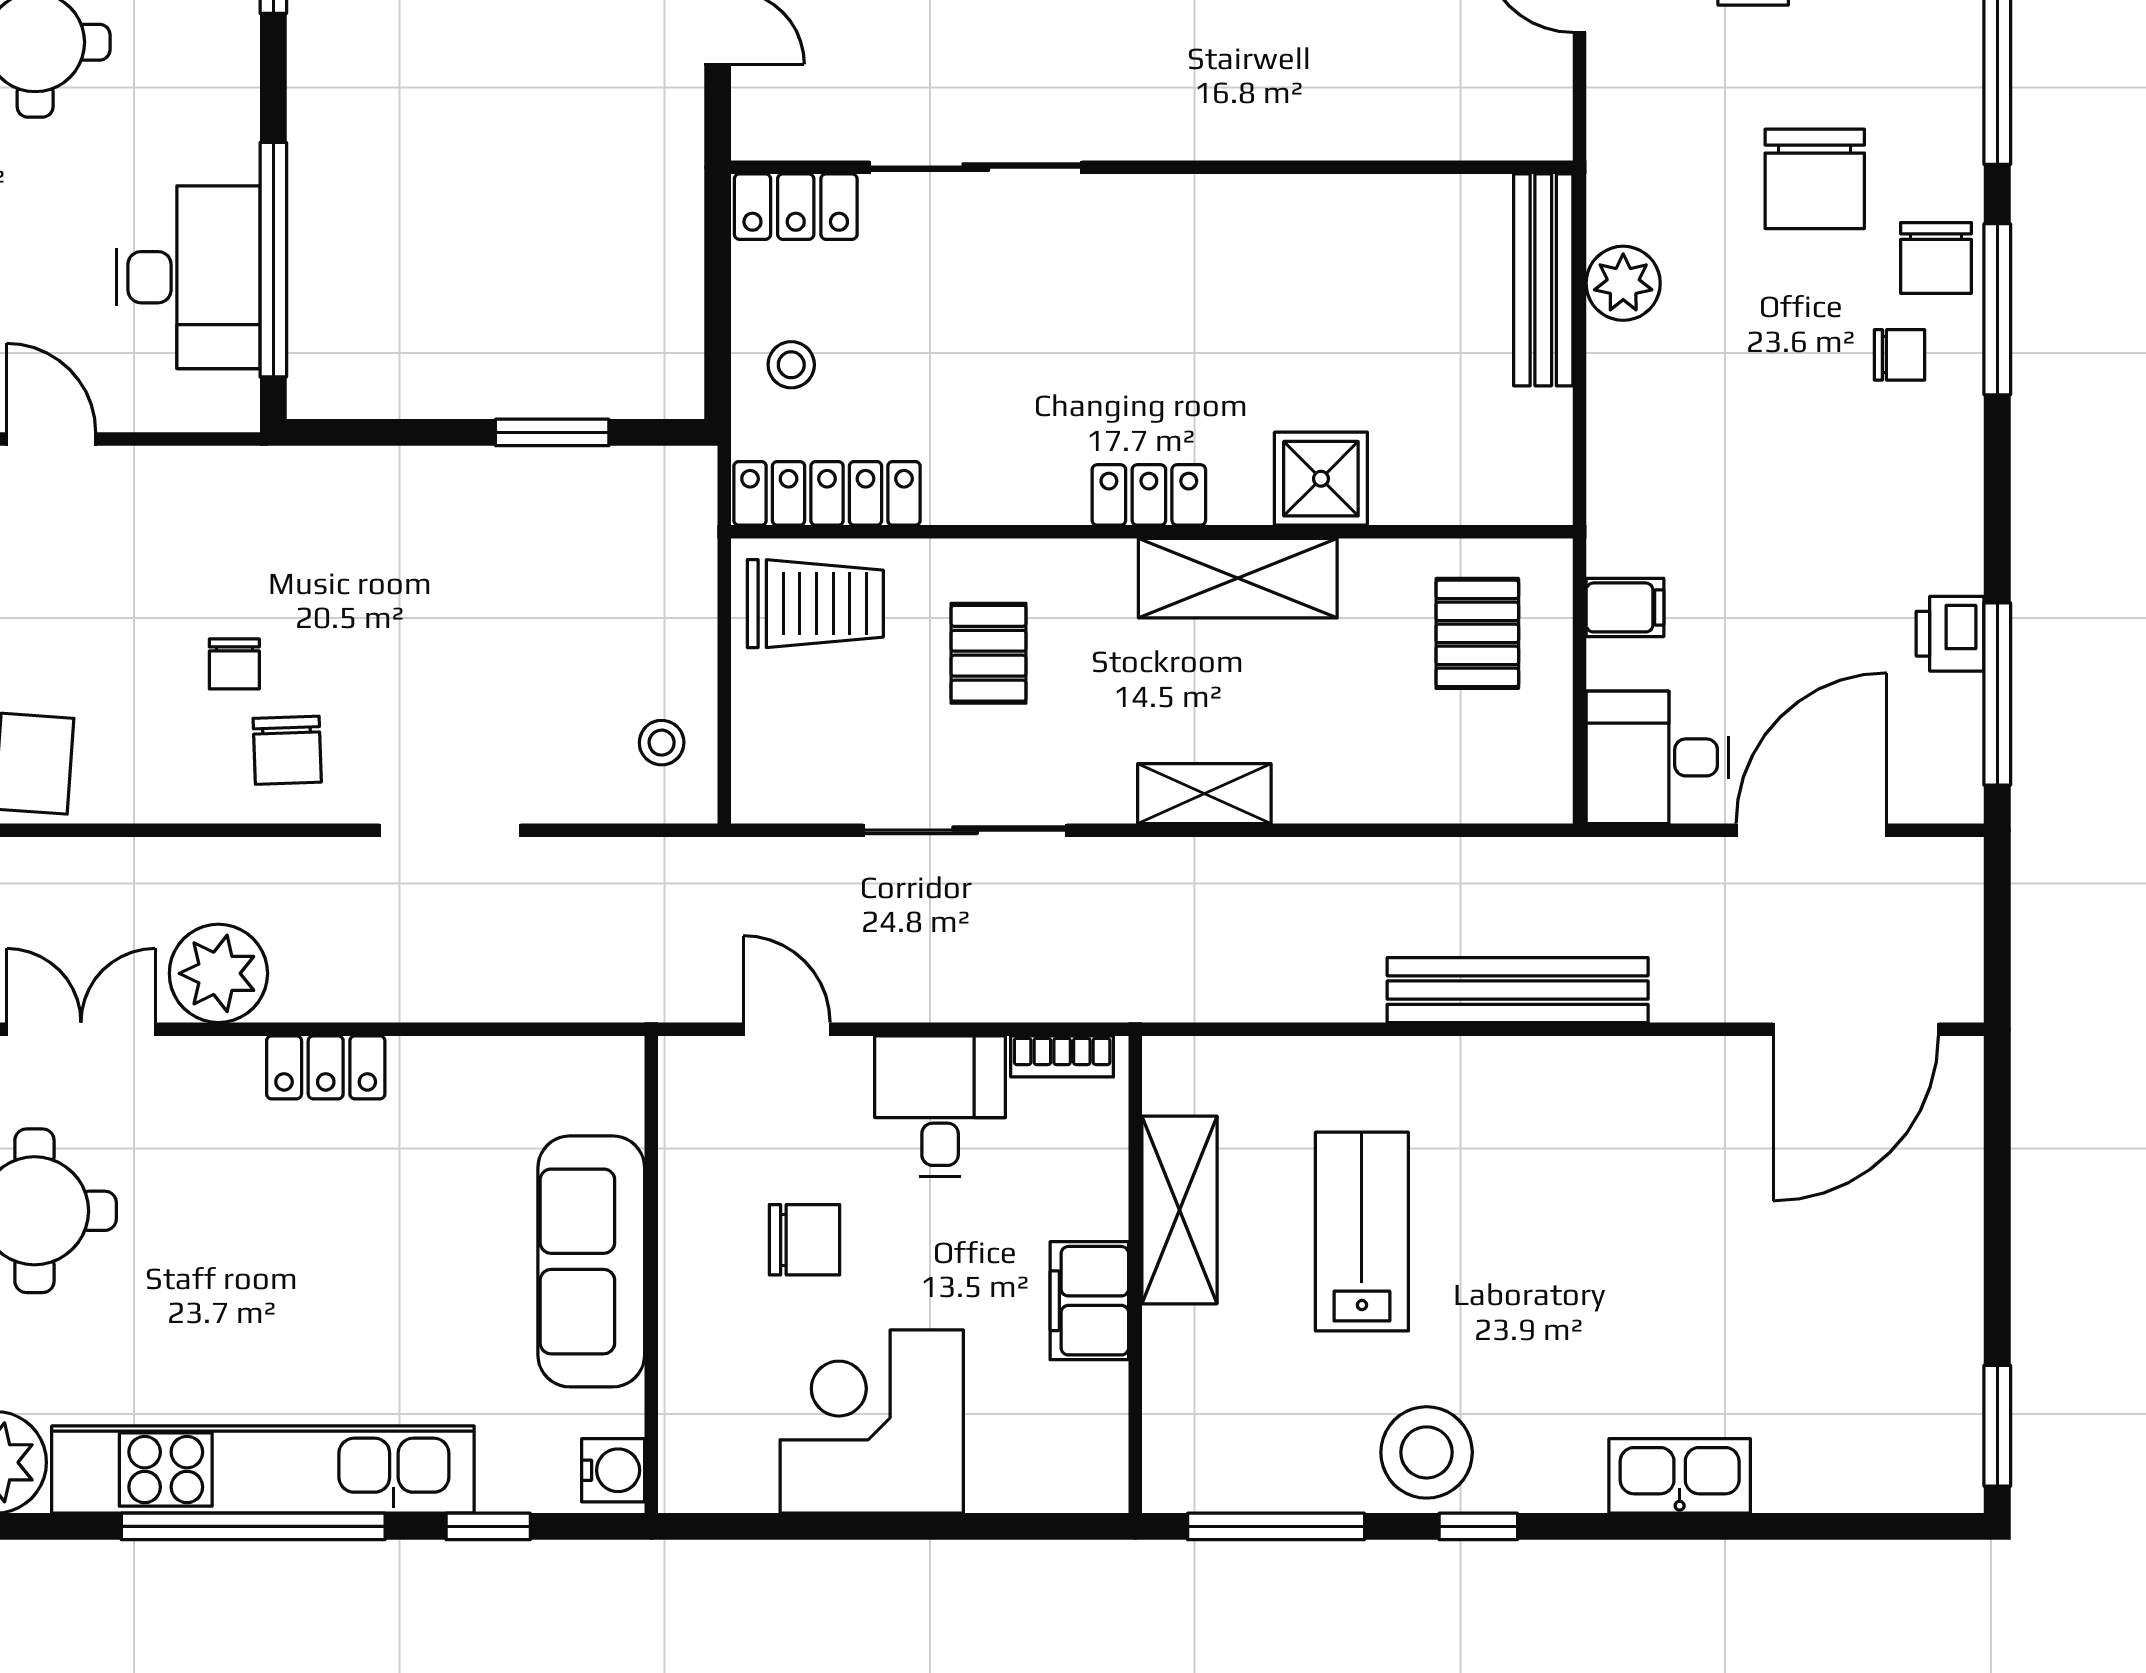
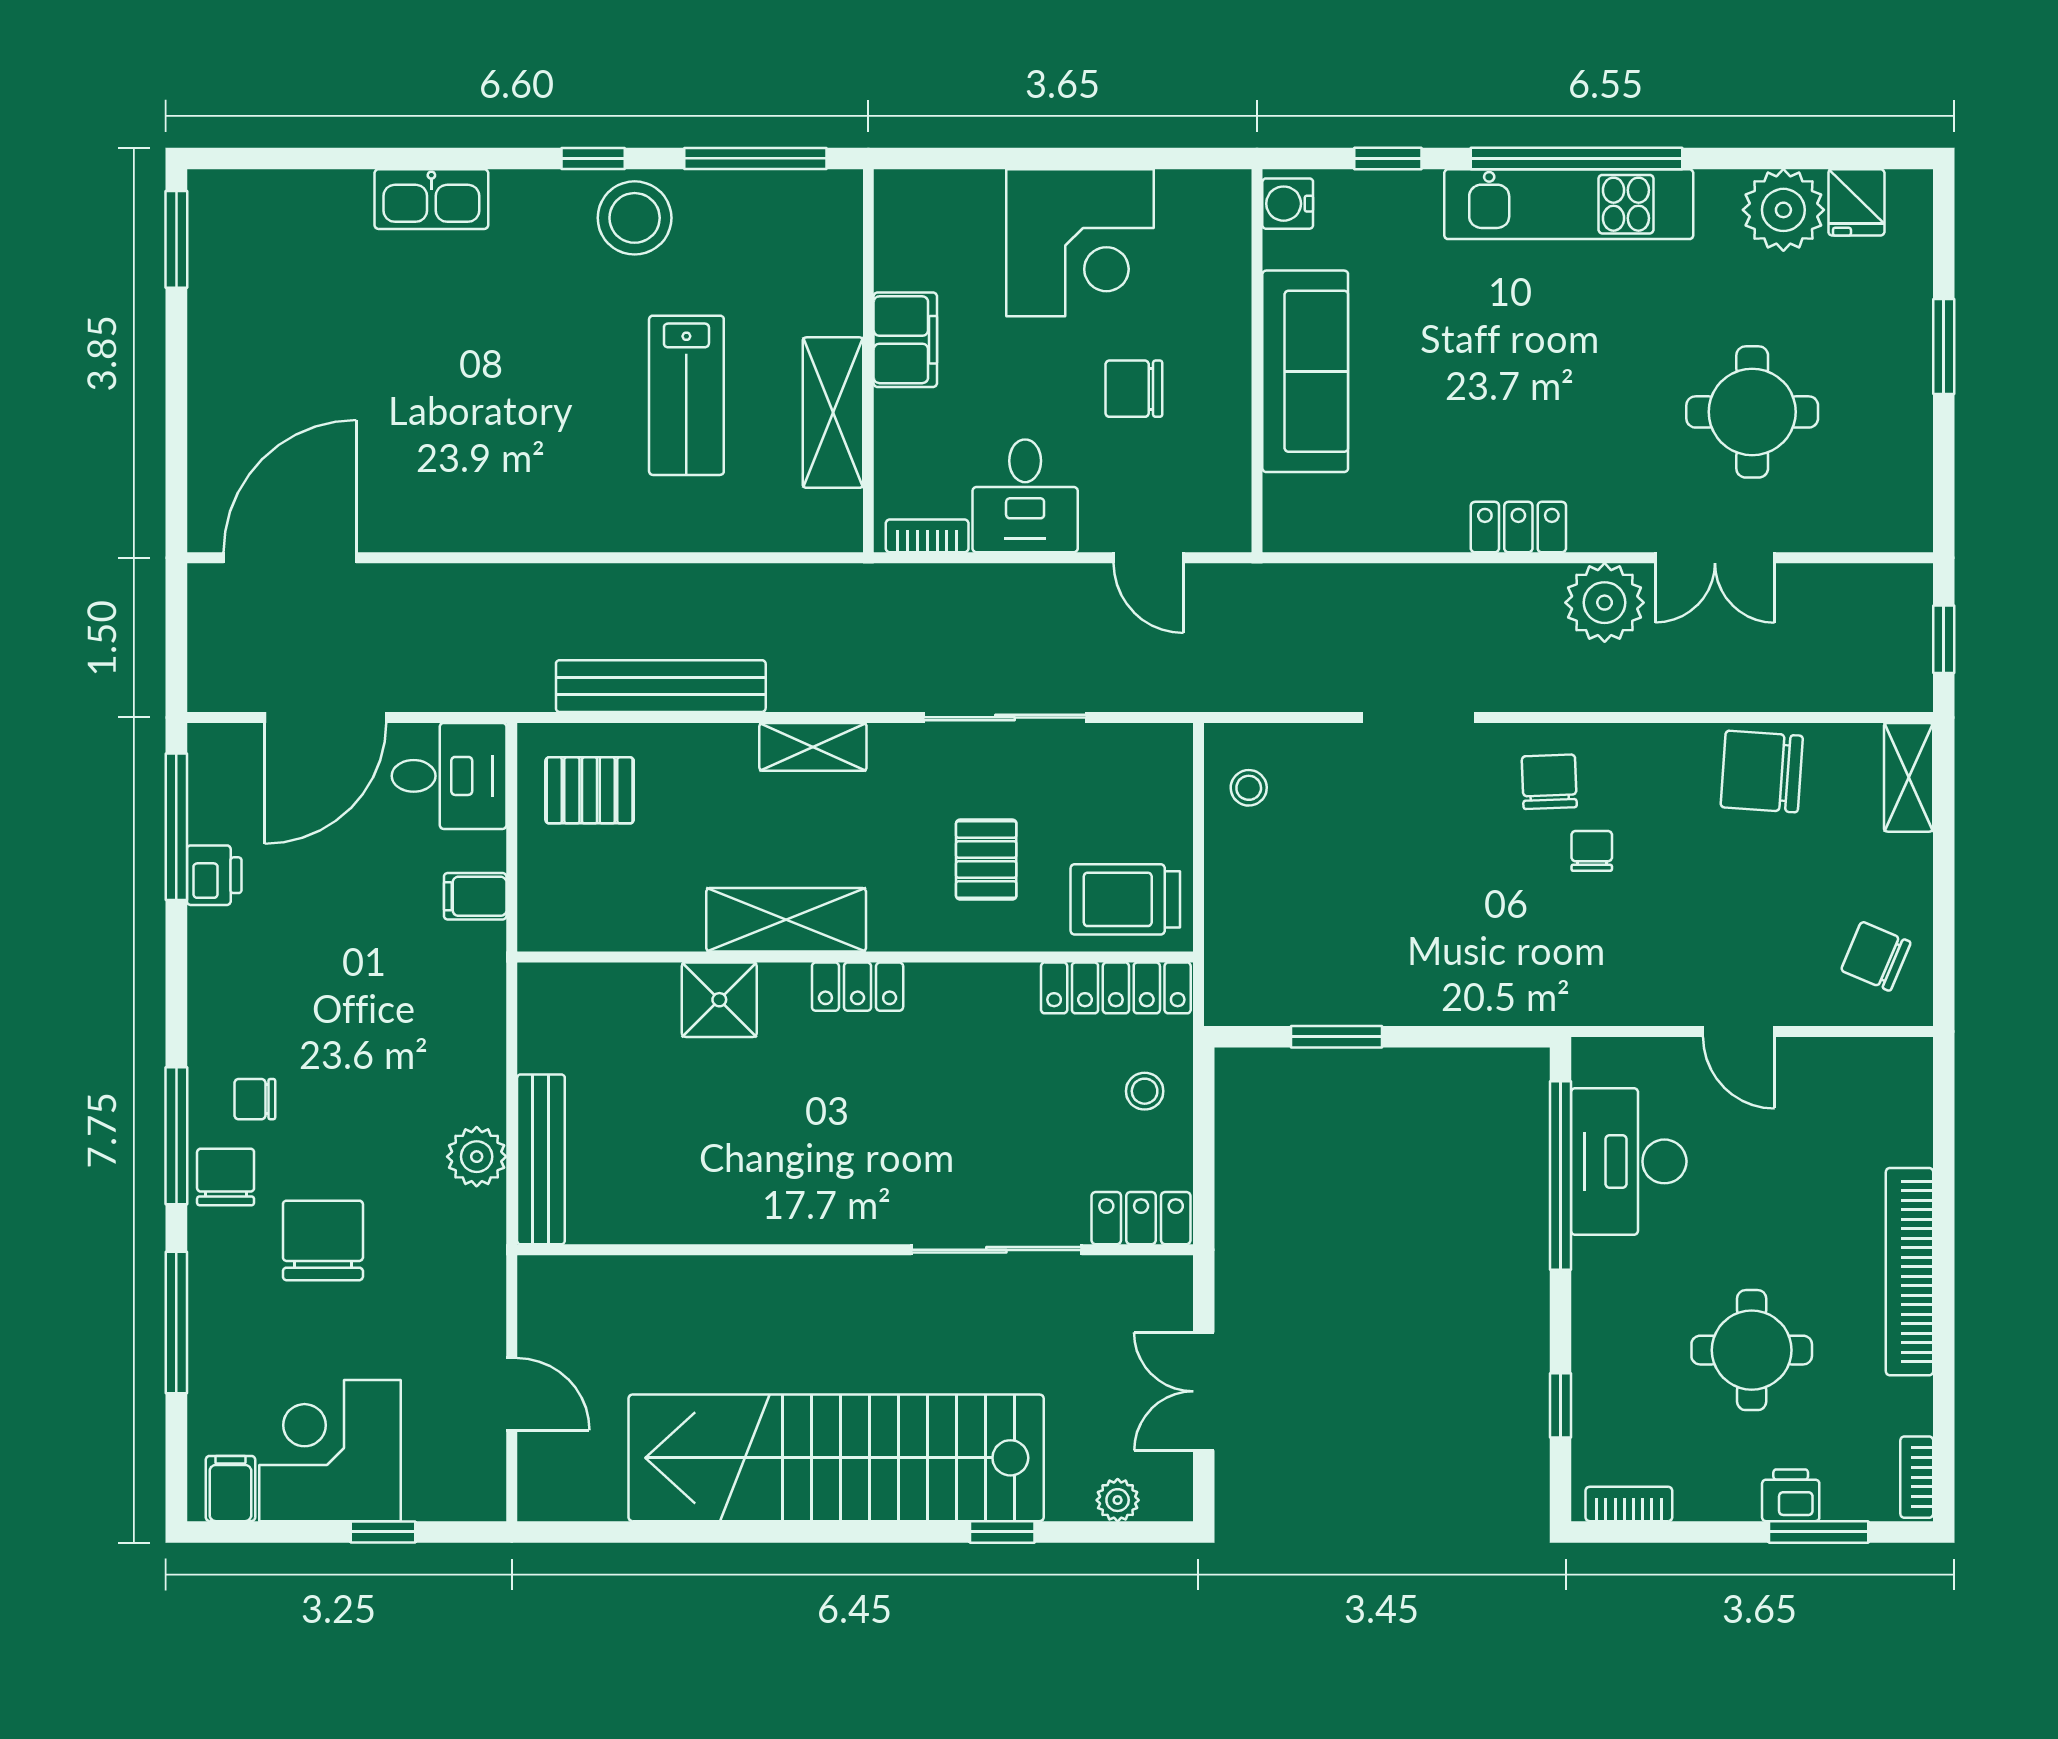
pallet: (1477, 633) -> (590, 790), moved, turned 90
bench: (1518, 990) -> (661, 686), moved
kitchen unit: (263, 1470) -> (1569, 204), width x0.73

